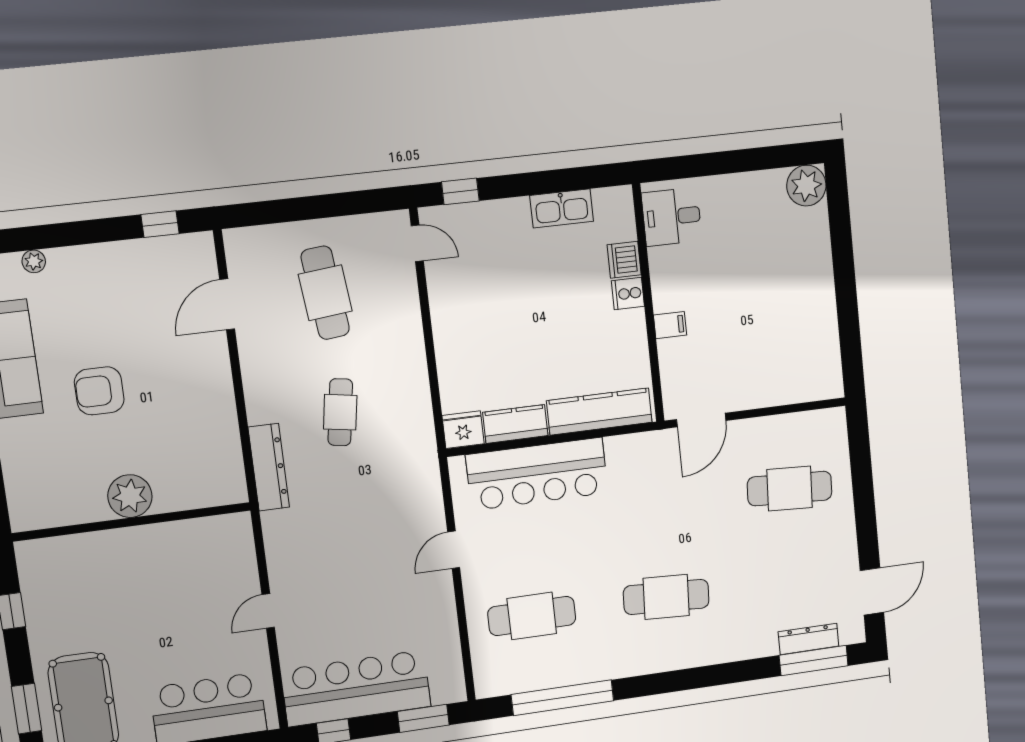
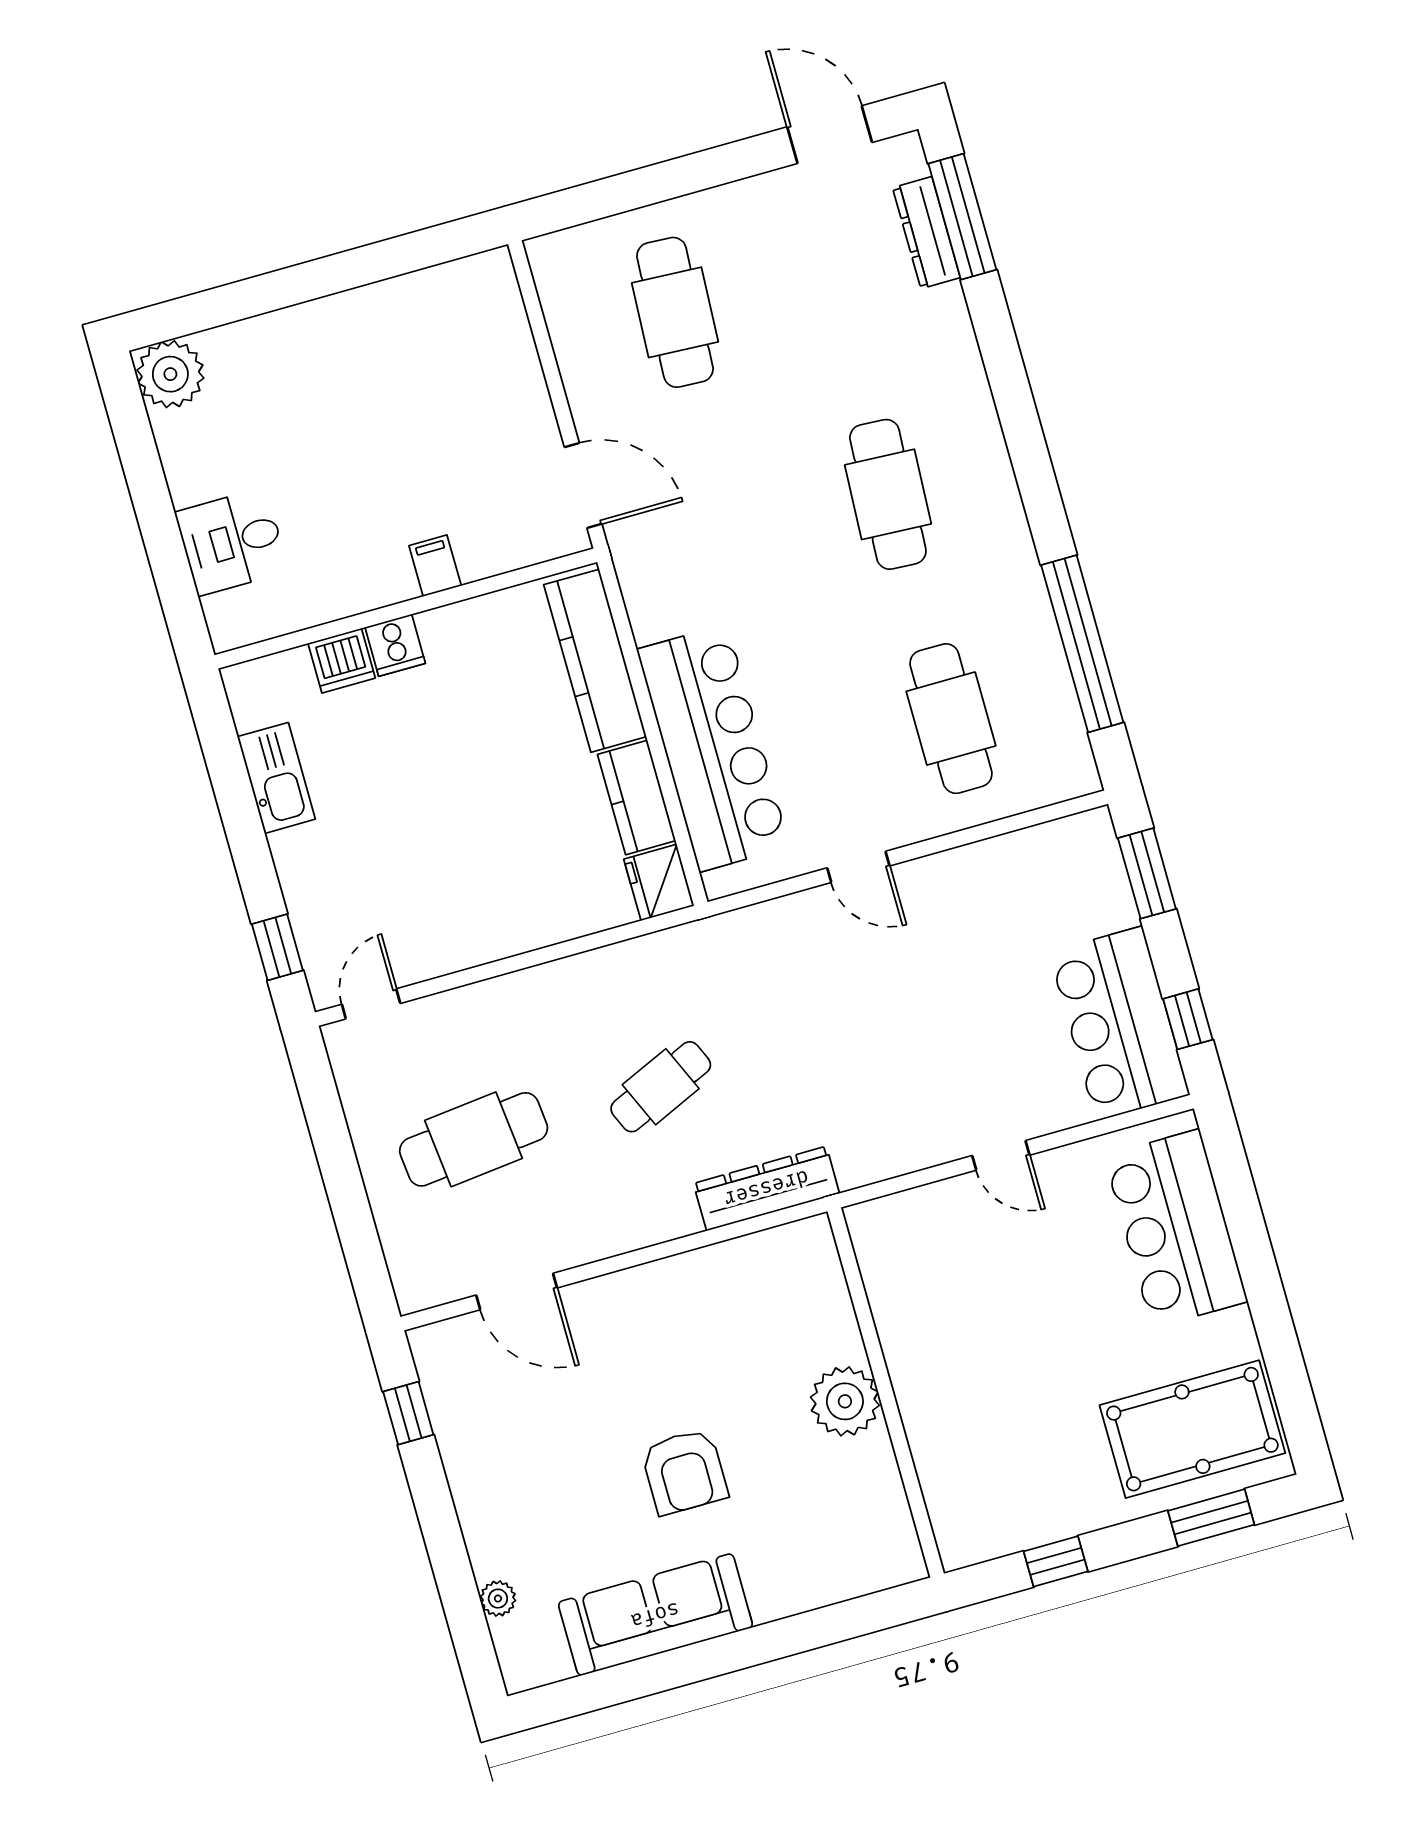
desk: (672, 217) -> (232, 542), moved, turned 90
cafe table: (340, 412) -> (661, 1087), turned -33
bar counter: (356, 688) -> (1119, 1024), width x0.73

